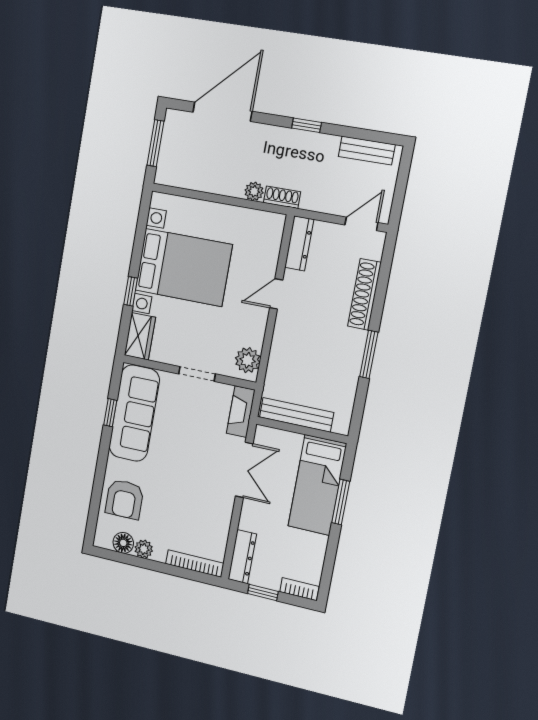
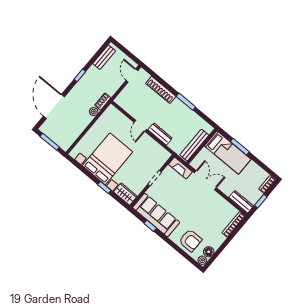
dresser: (299, 243) -> (160, 134), moved
plant: (248, 360) -> (161, 153), removed
plant: (144, 549) -> (202, 260), moved

